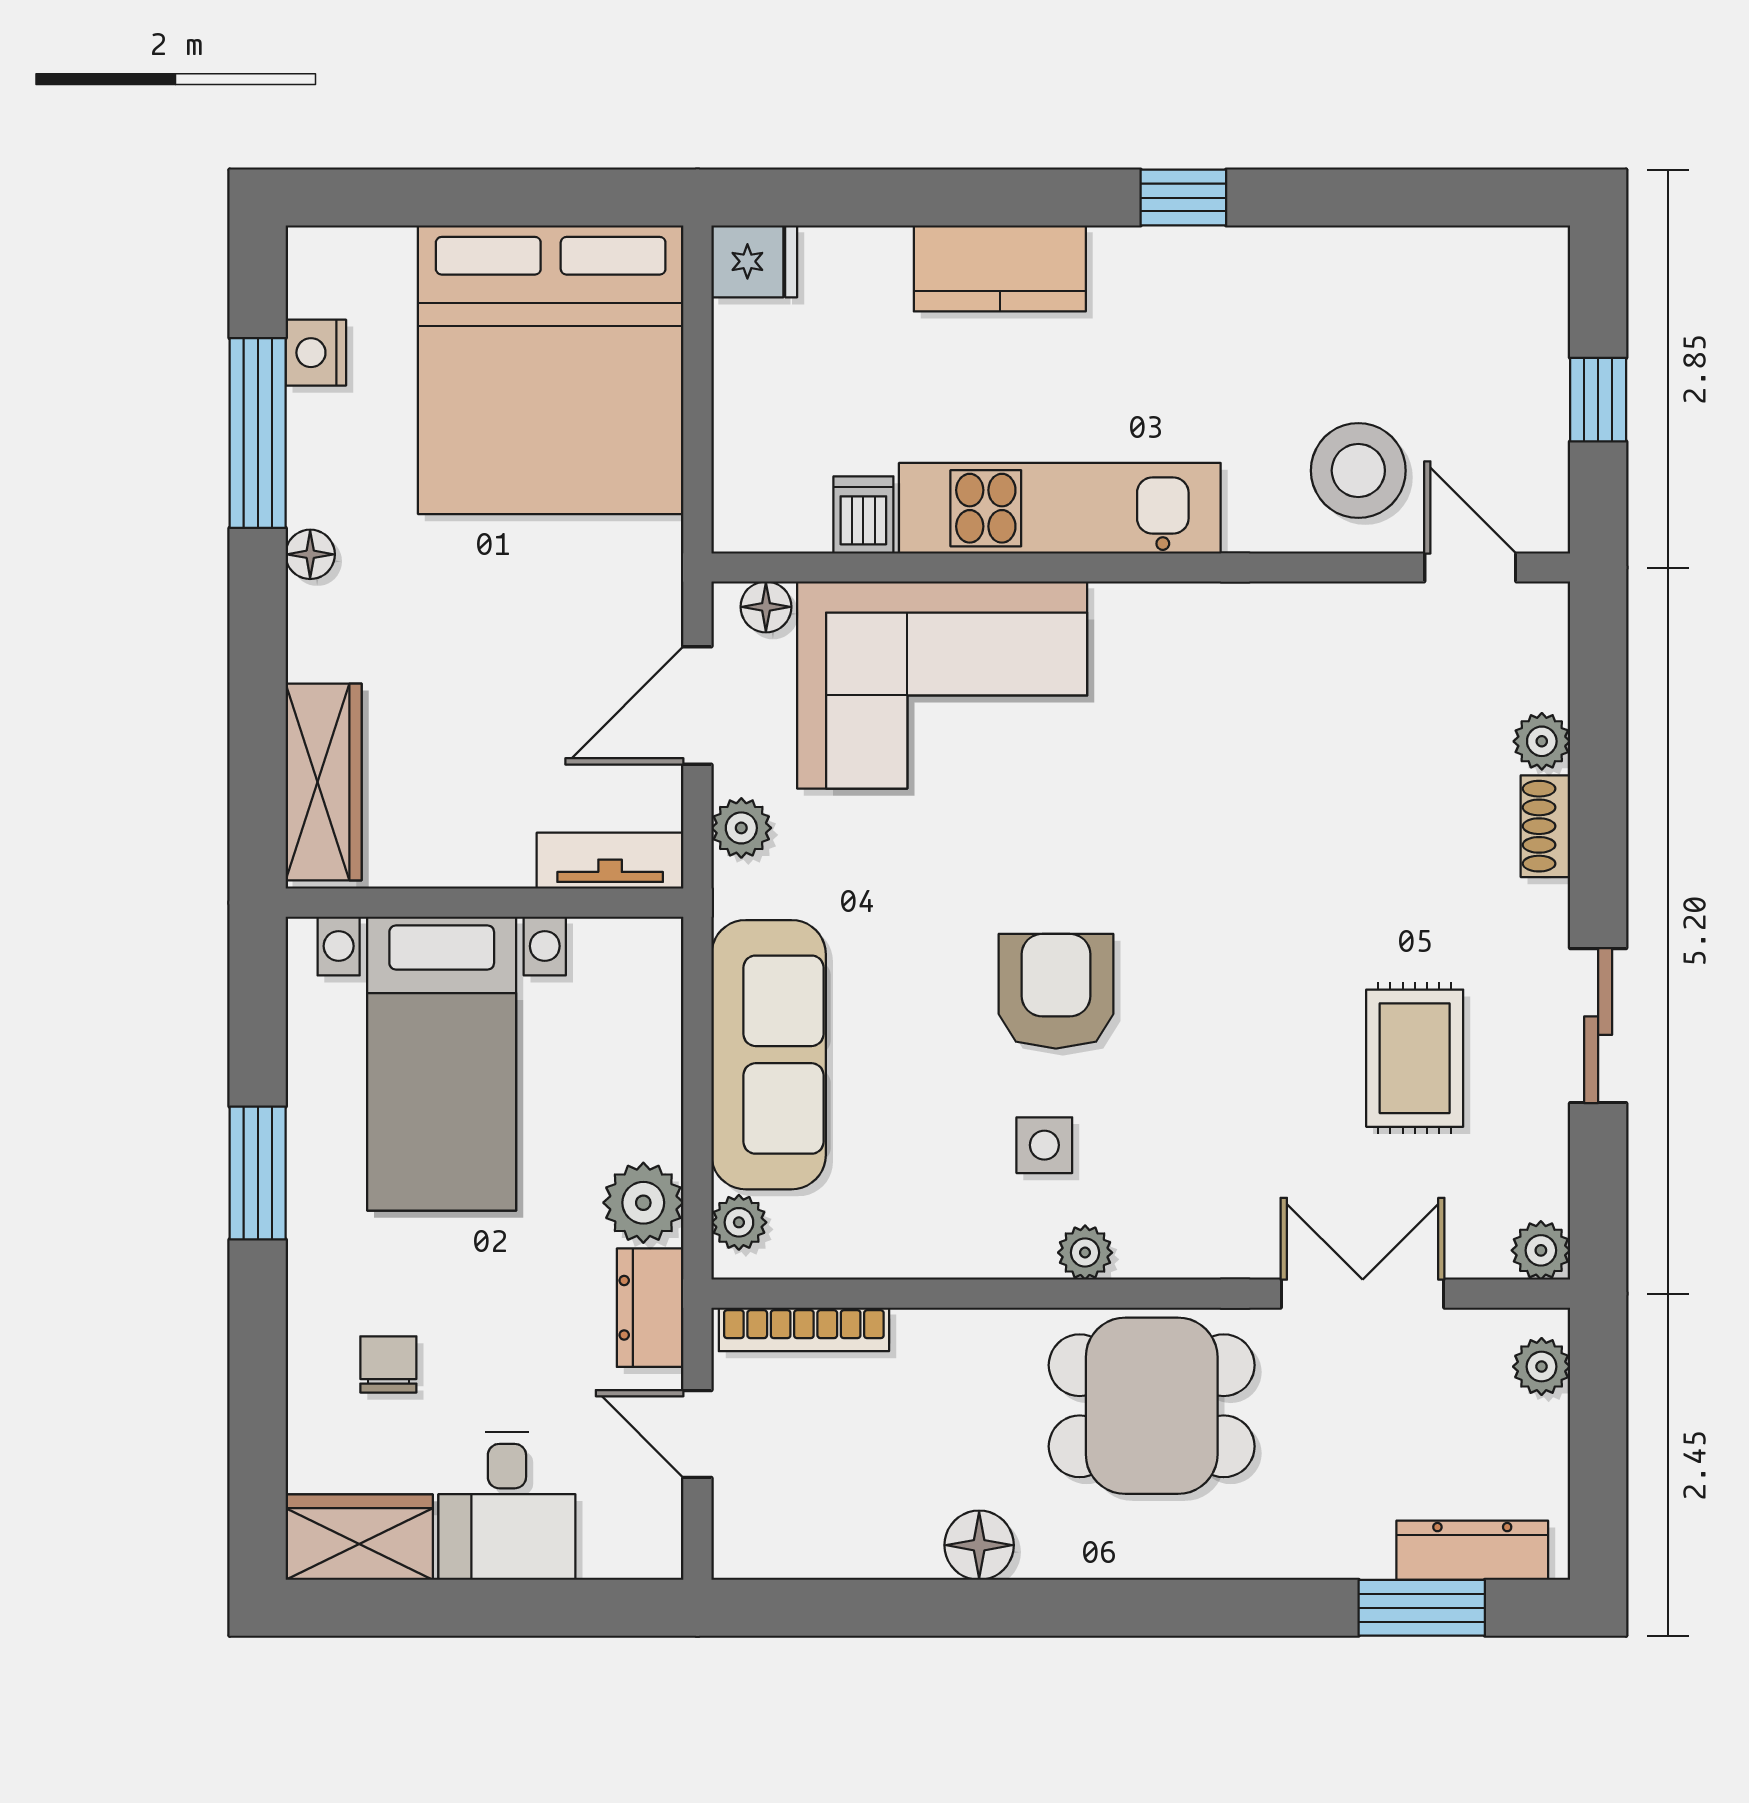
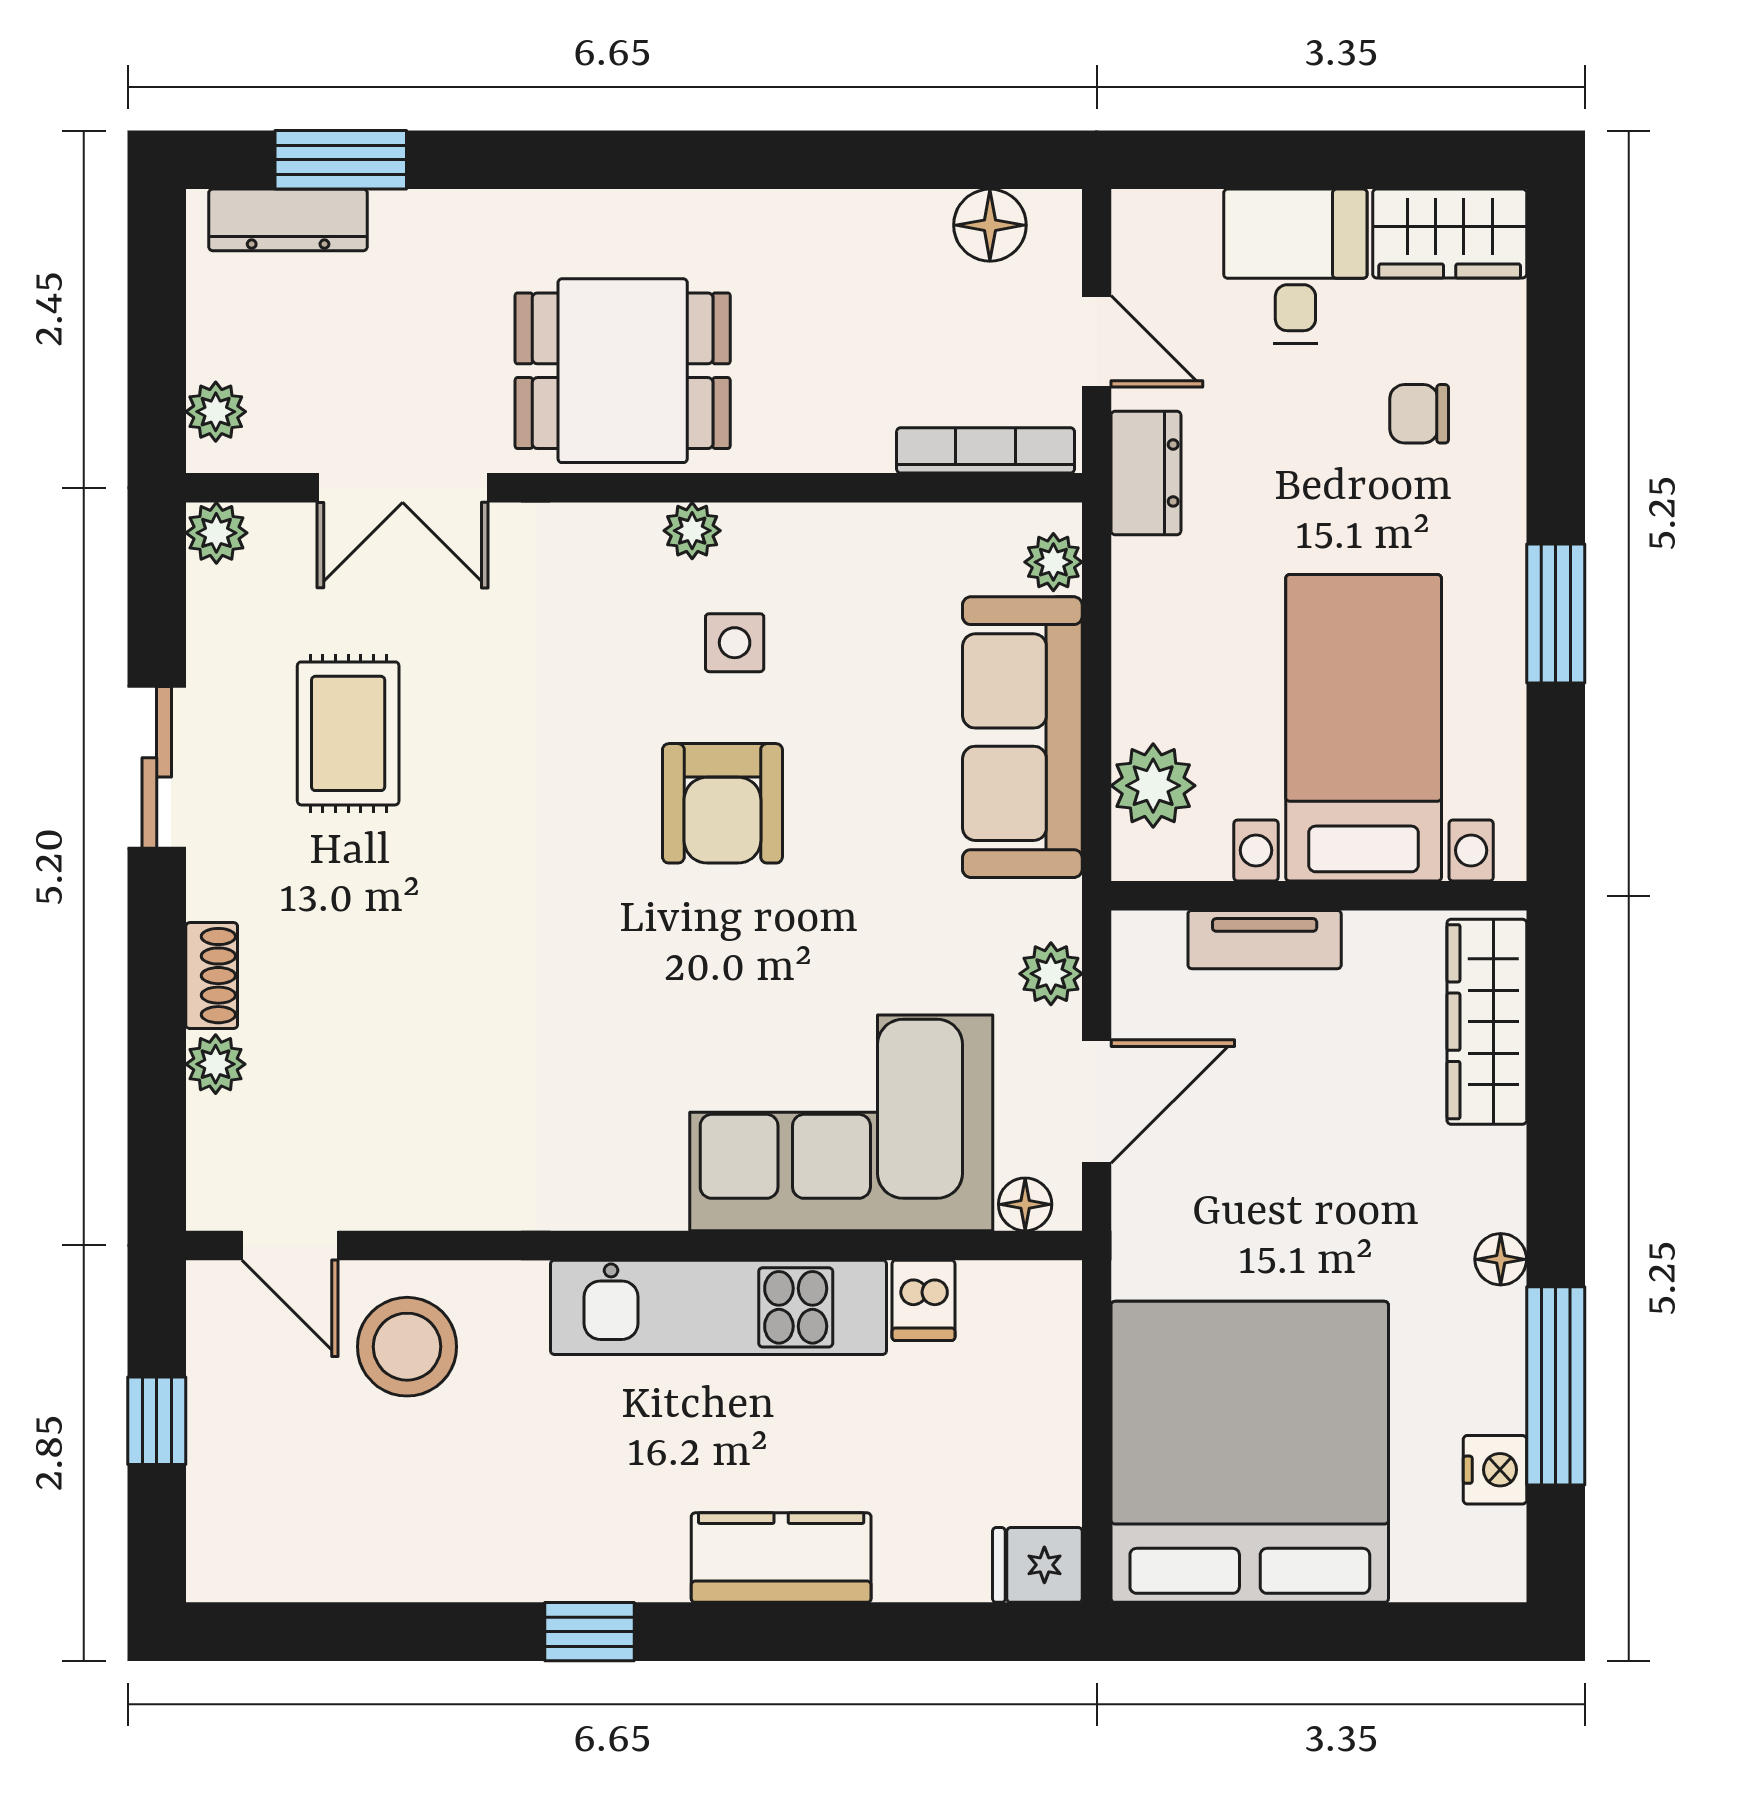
tv unit: (610, 861) -> (1265, 940), moved
plant: (643, 1203) -> (1153, 786), moved
chair: (388, 1364) -> (1419, 414), turned 90
floor lamp: (979, 1545) -> (990, 225), moved

